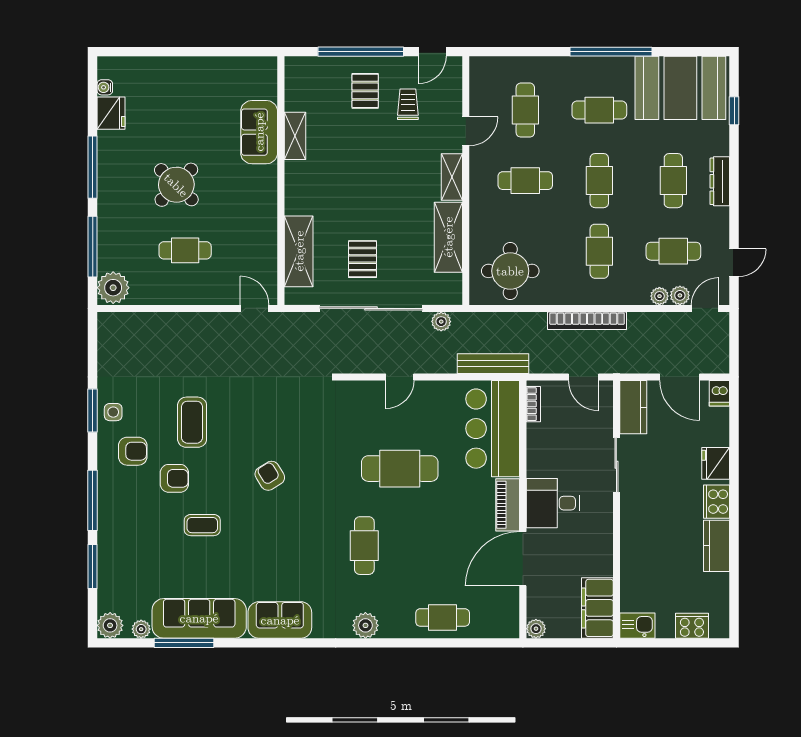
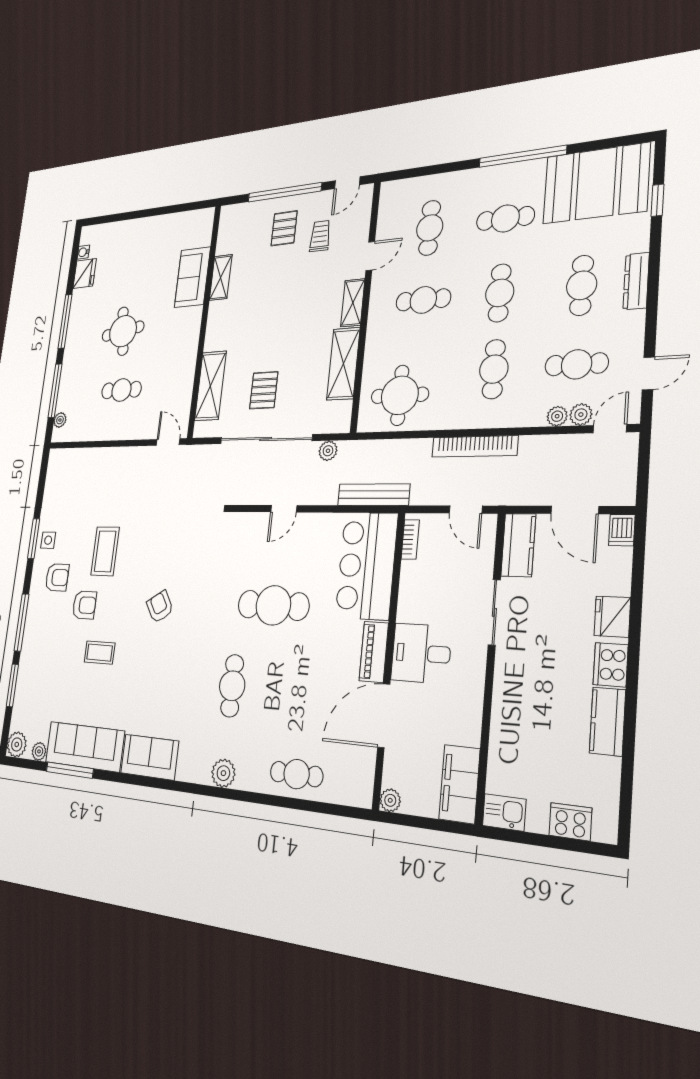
round table: (176, 185) -> (123, 331), turned 37
plant: (113, 288) -> (60, 420), width x0.53, depth x0.53

